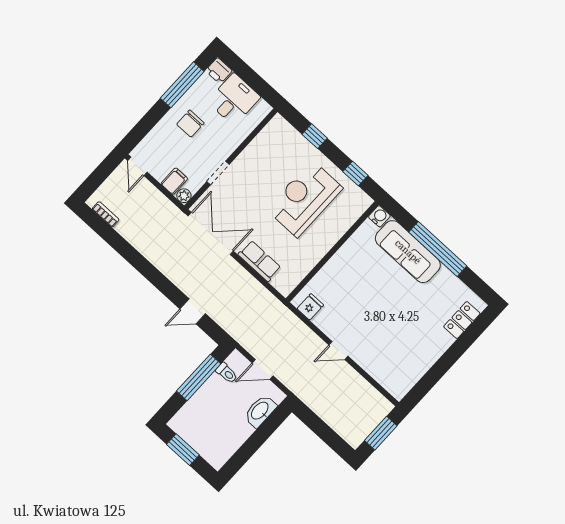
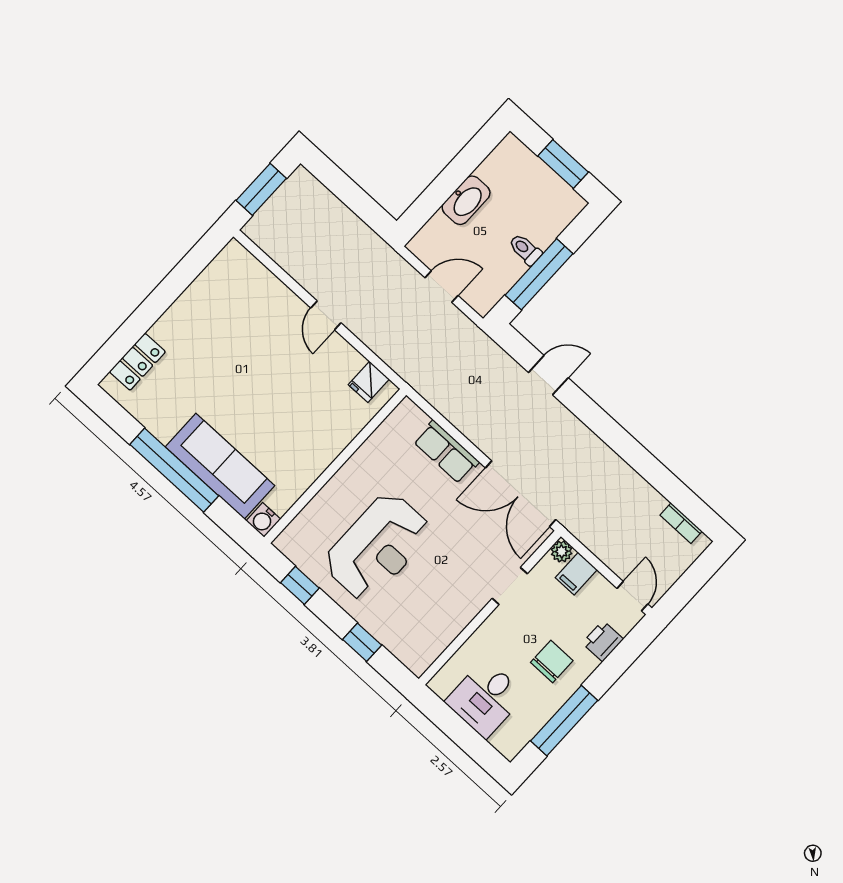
printer: (219, 71) -> (603, 641), moved, turned -90
door: (338, 350) -> (326, 315), swing flipped
toilet: (227, 373) -> (525, 249), moved
washbasin: (260, 411) -> (466, 200), moved

